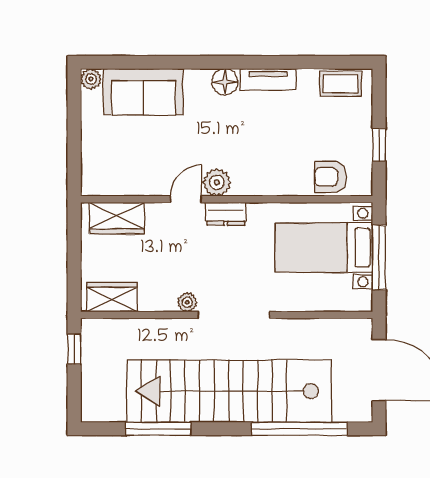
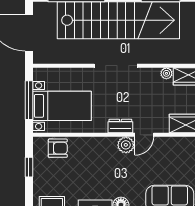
plant: (187, 302) -> (166, 73), moved

